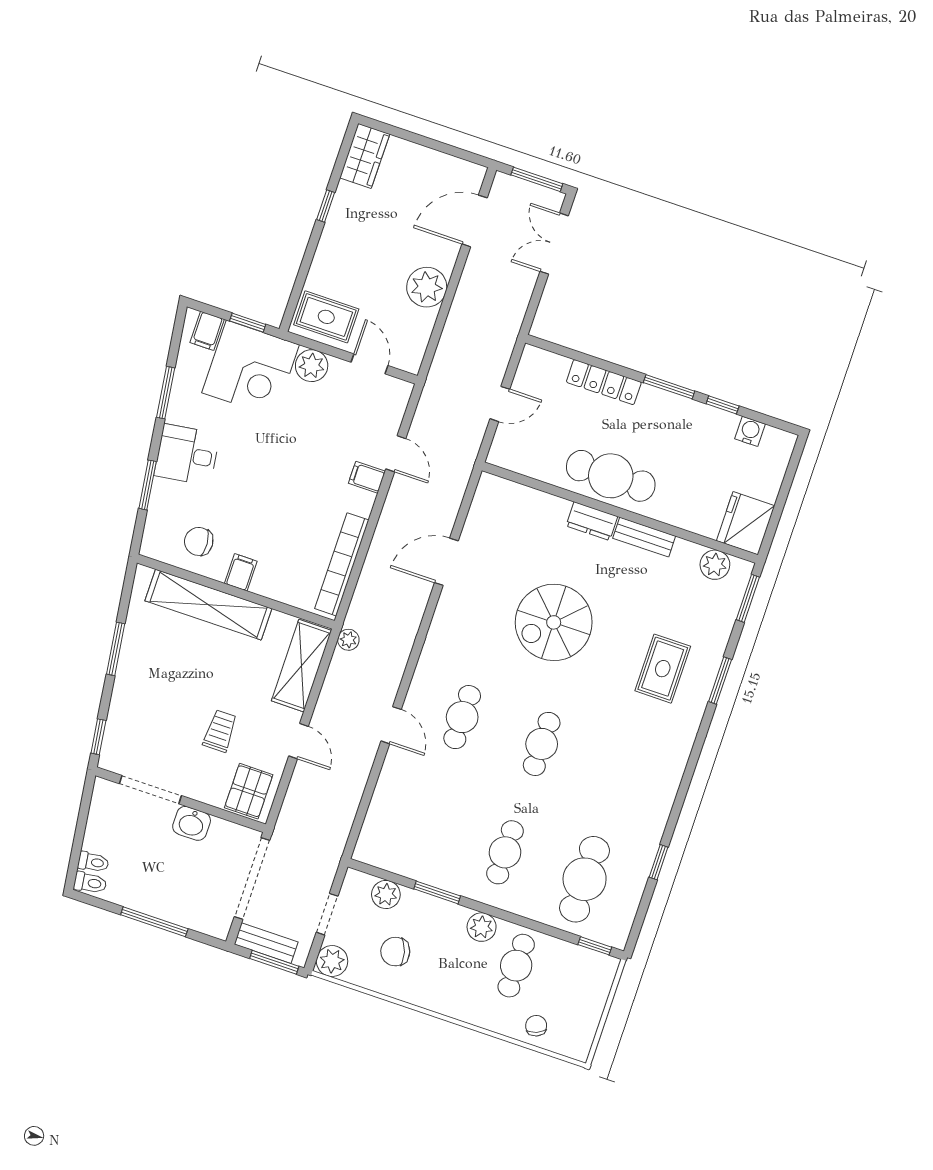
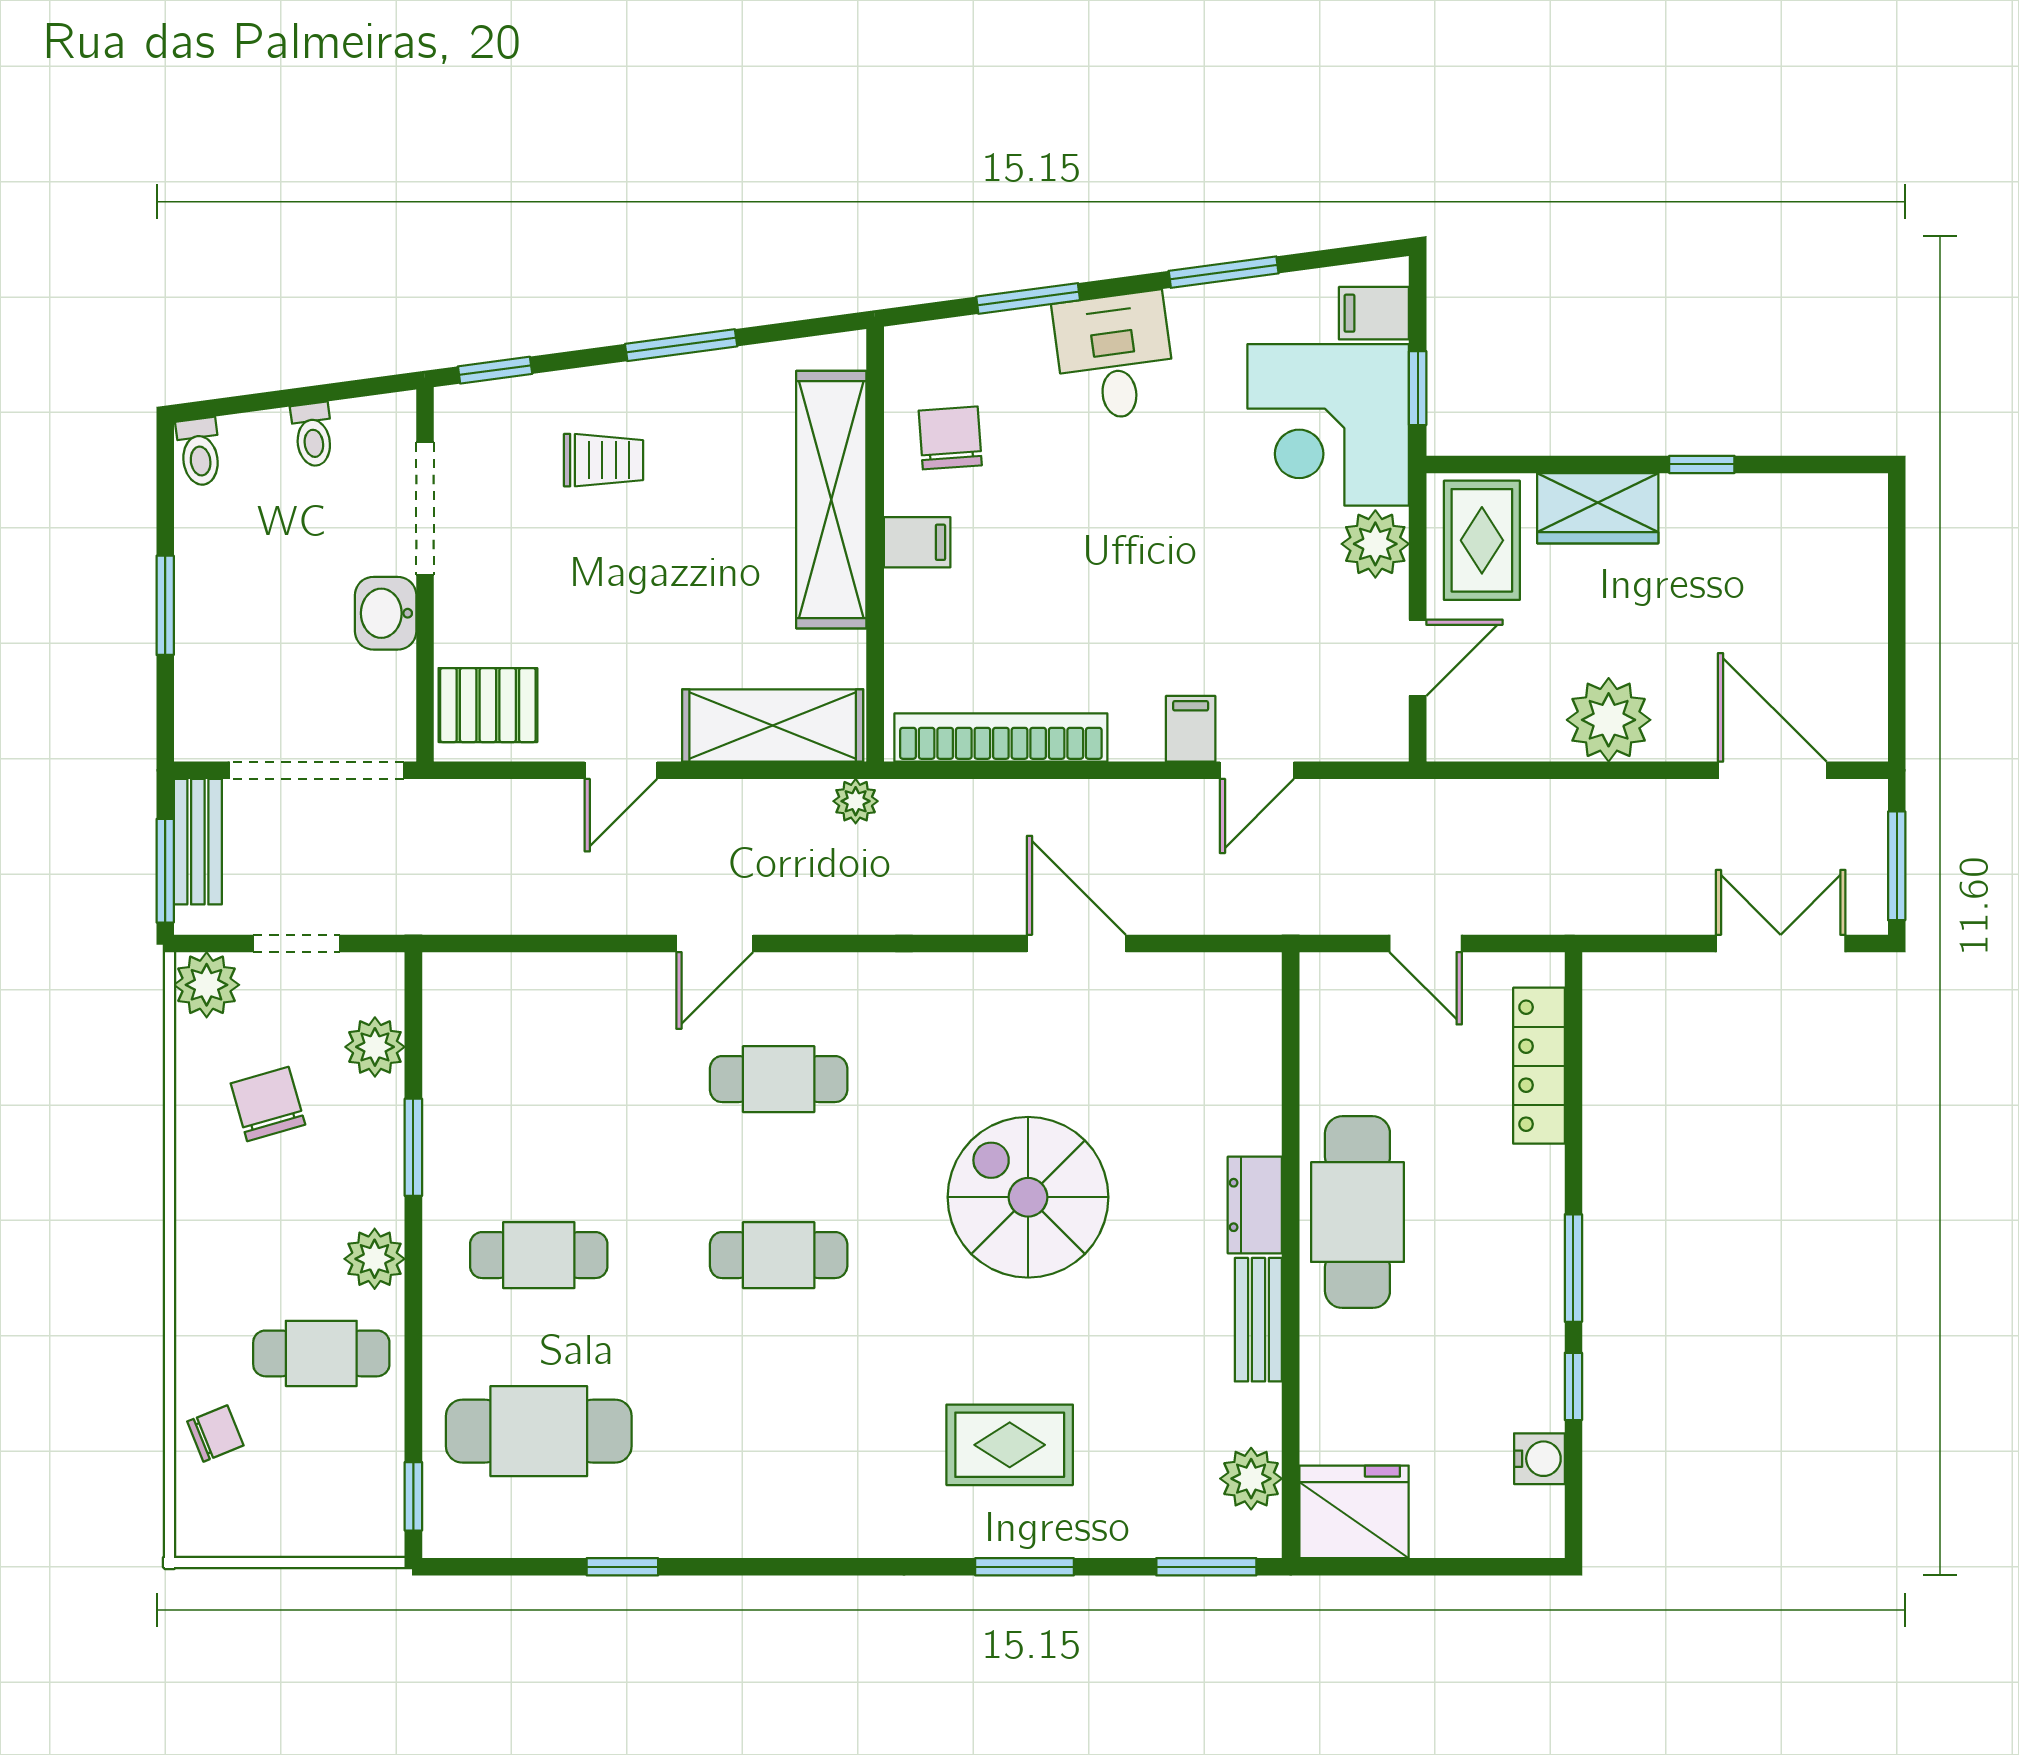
wardrobe: (365, 156) -> (1598, 508), moved
locker: (604, 382) -> (1539, 1066), moved
trolley: (220, 731) -> (603, 460), moved
toilet: (93, 862) -> (313, 435), moved
window: (154, 922) -> (165, 605), width x0.69

